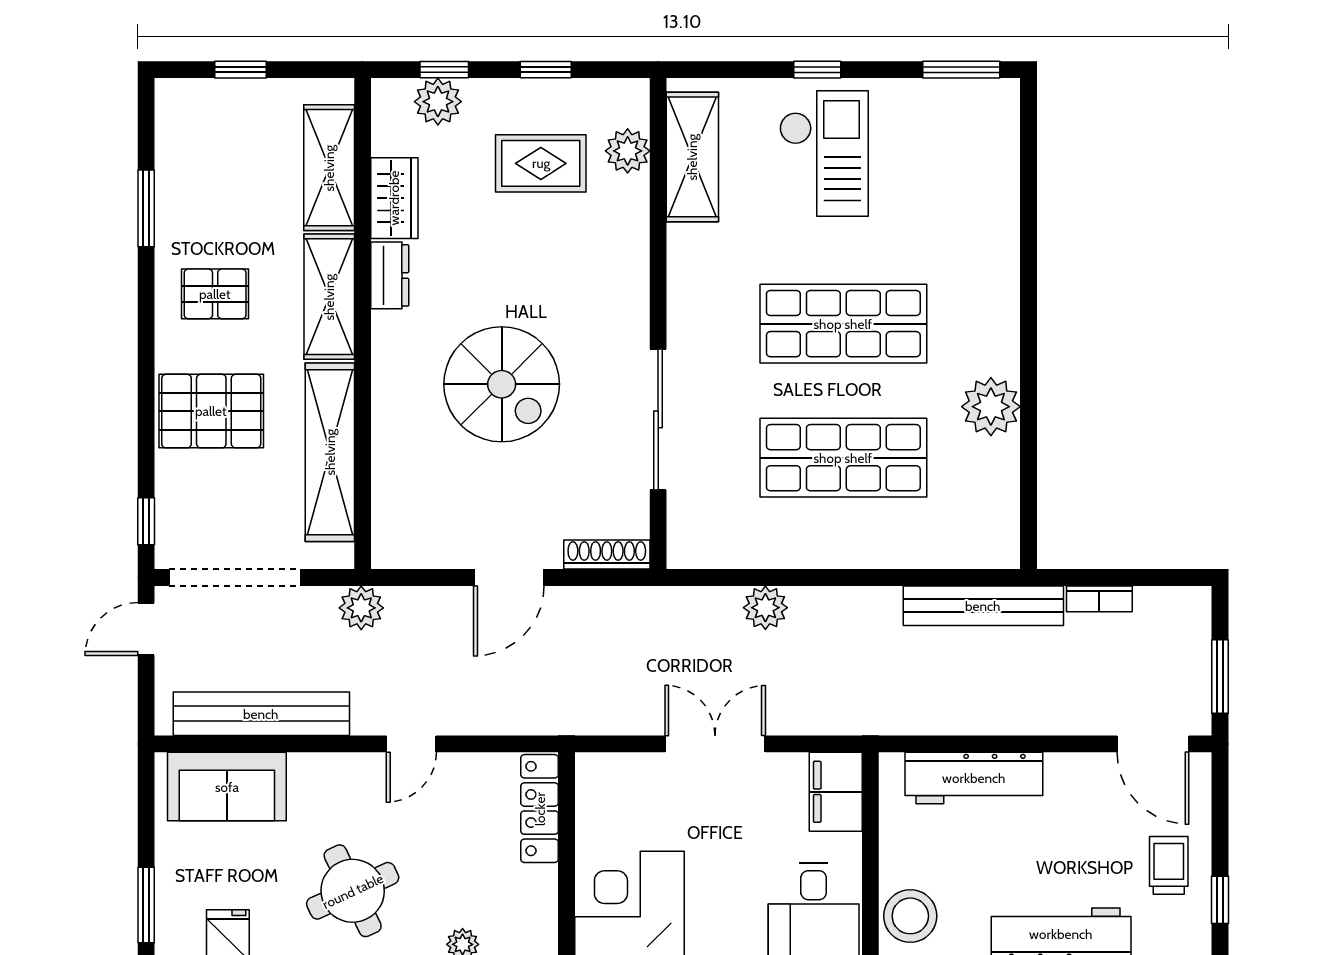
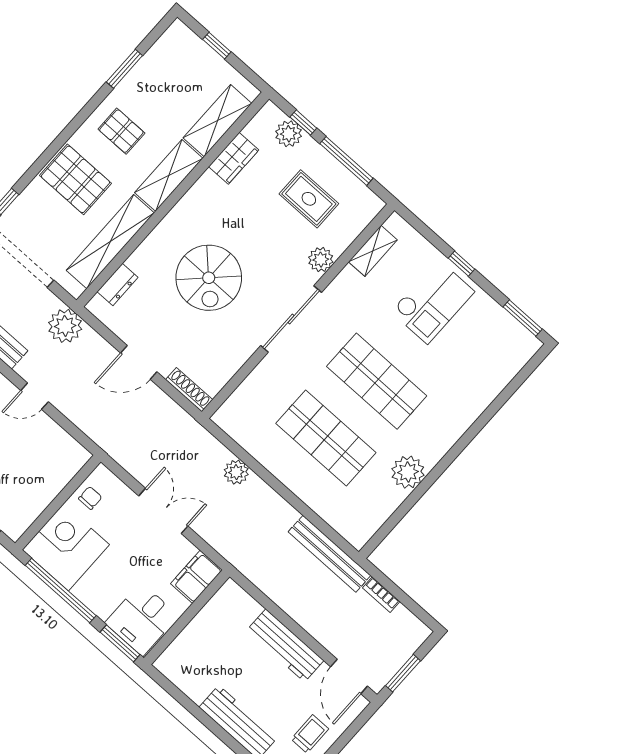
window: (546, 70) -> (346, 161), width x2.17
plant: (628, 151) -> (321, 260), moved
shelving: (692, 157) -> (373, 251), width x0.67, depth x0.75
dresser: (390, 275) -> (118, 285), moved
sliding door: (658, 419) -> (291, 319), moved
plant: (361, 608) -> (65, 326), width x1.36, depth x1.36
workbench: (974, 778) -> (285, 645), moved
locker: (540, 809) -> (65, 472), removed
chair: (604, 812) -> (90, 498), added
stool: (910, 916) -> (181, 658), removed

